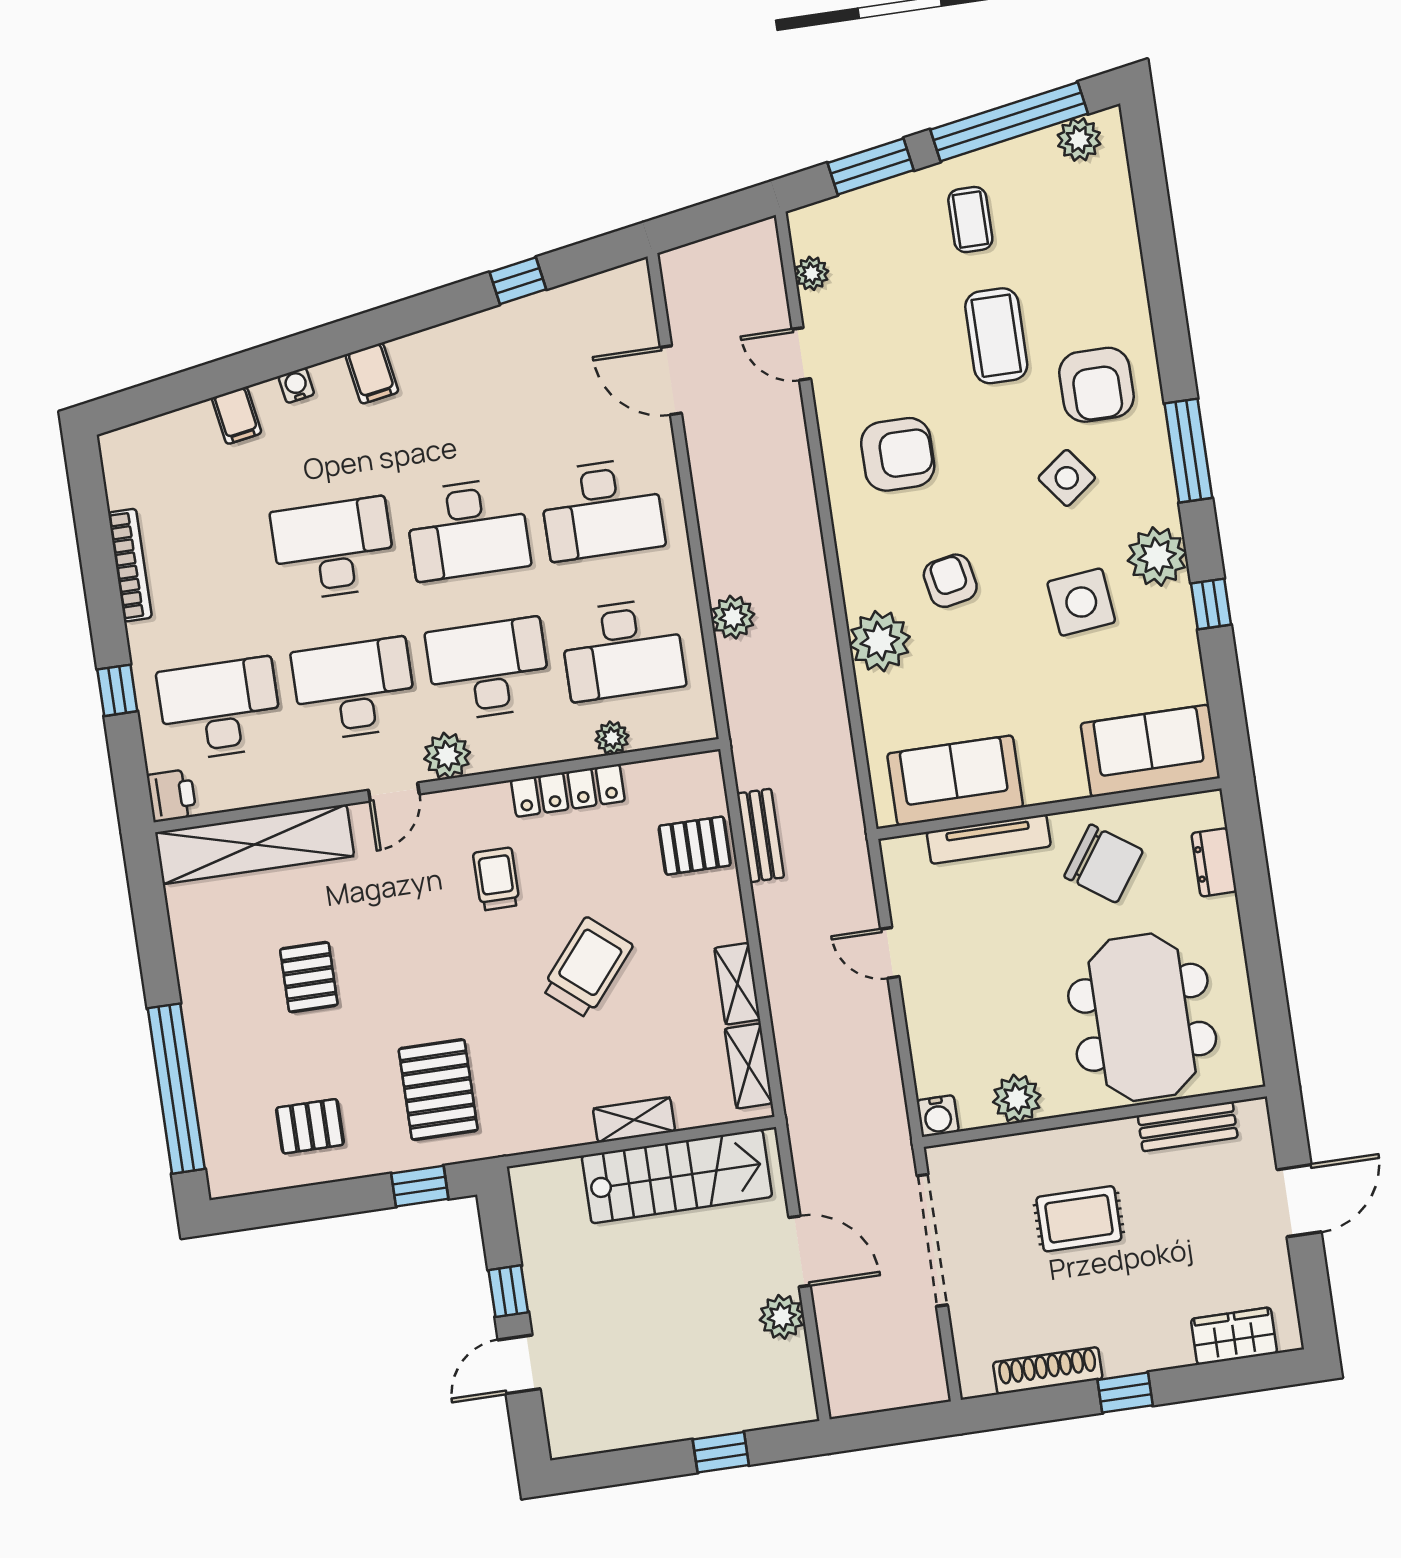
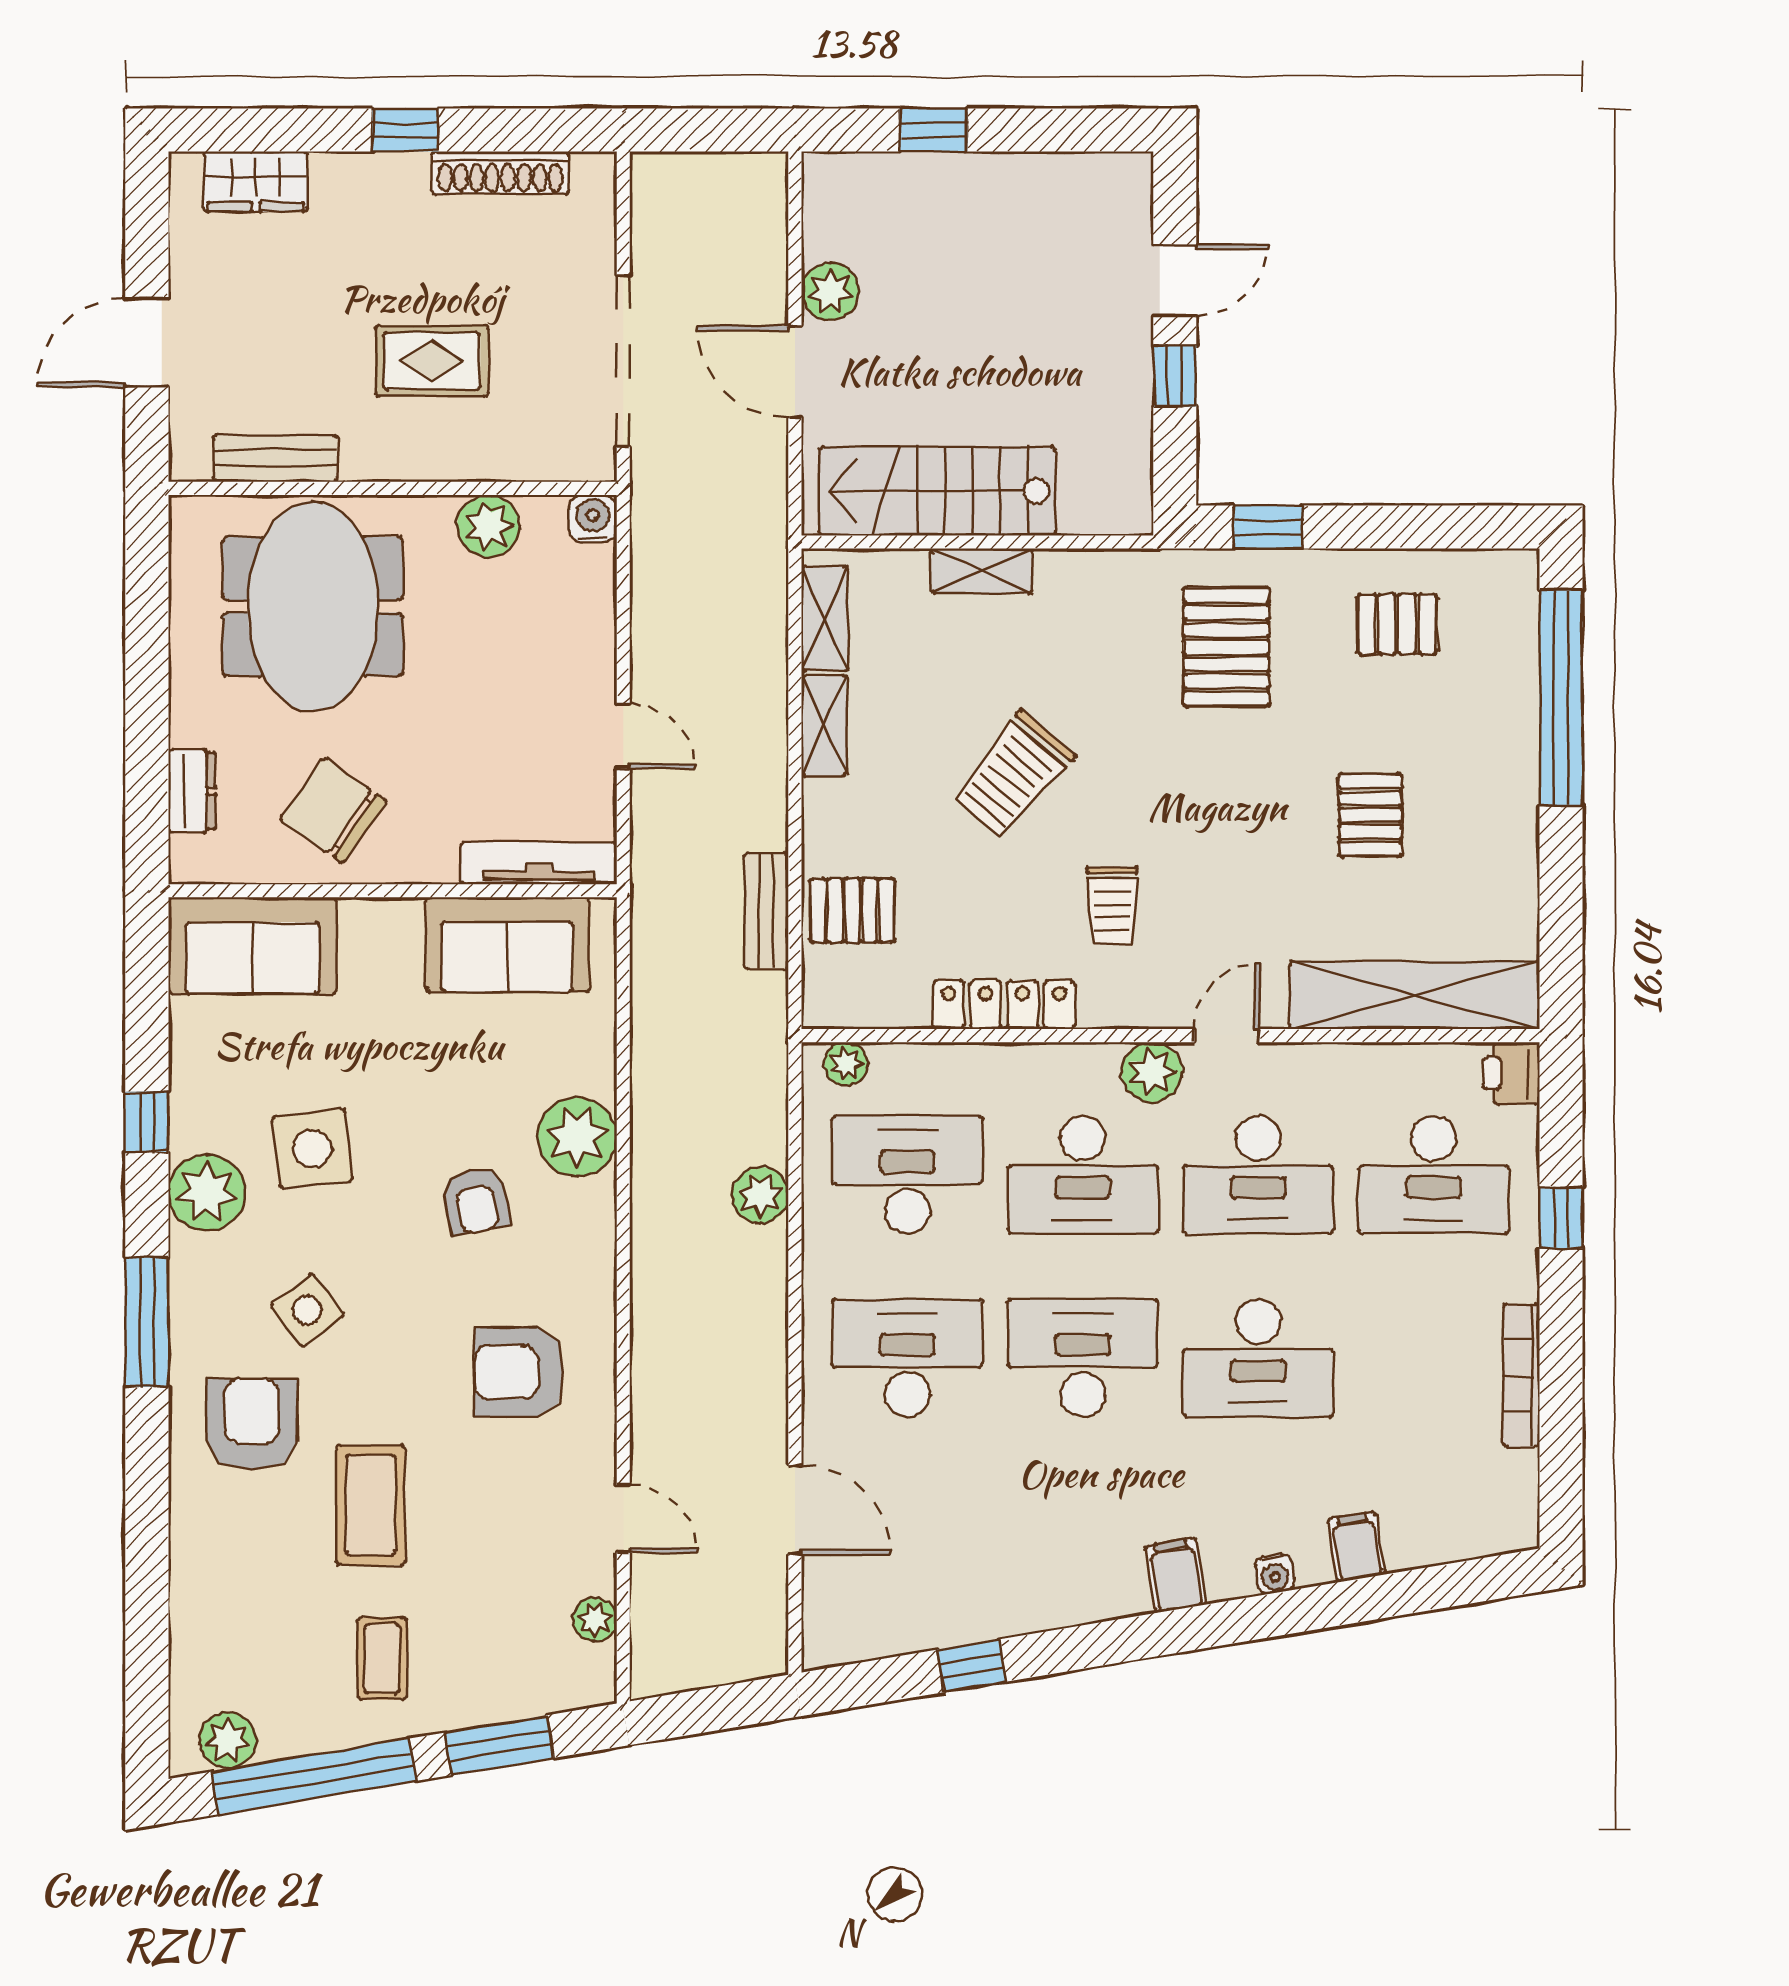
plant: (612, 738) -> (846, 1064), moved
tv unit: (989, 839) -> (539, 863), moved

